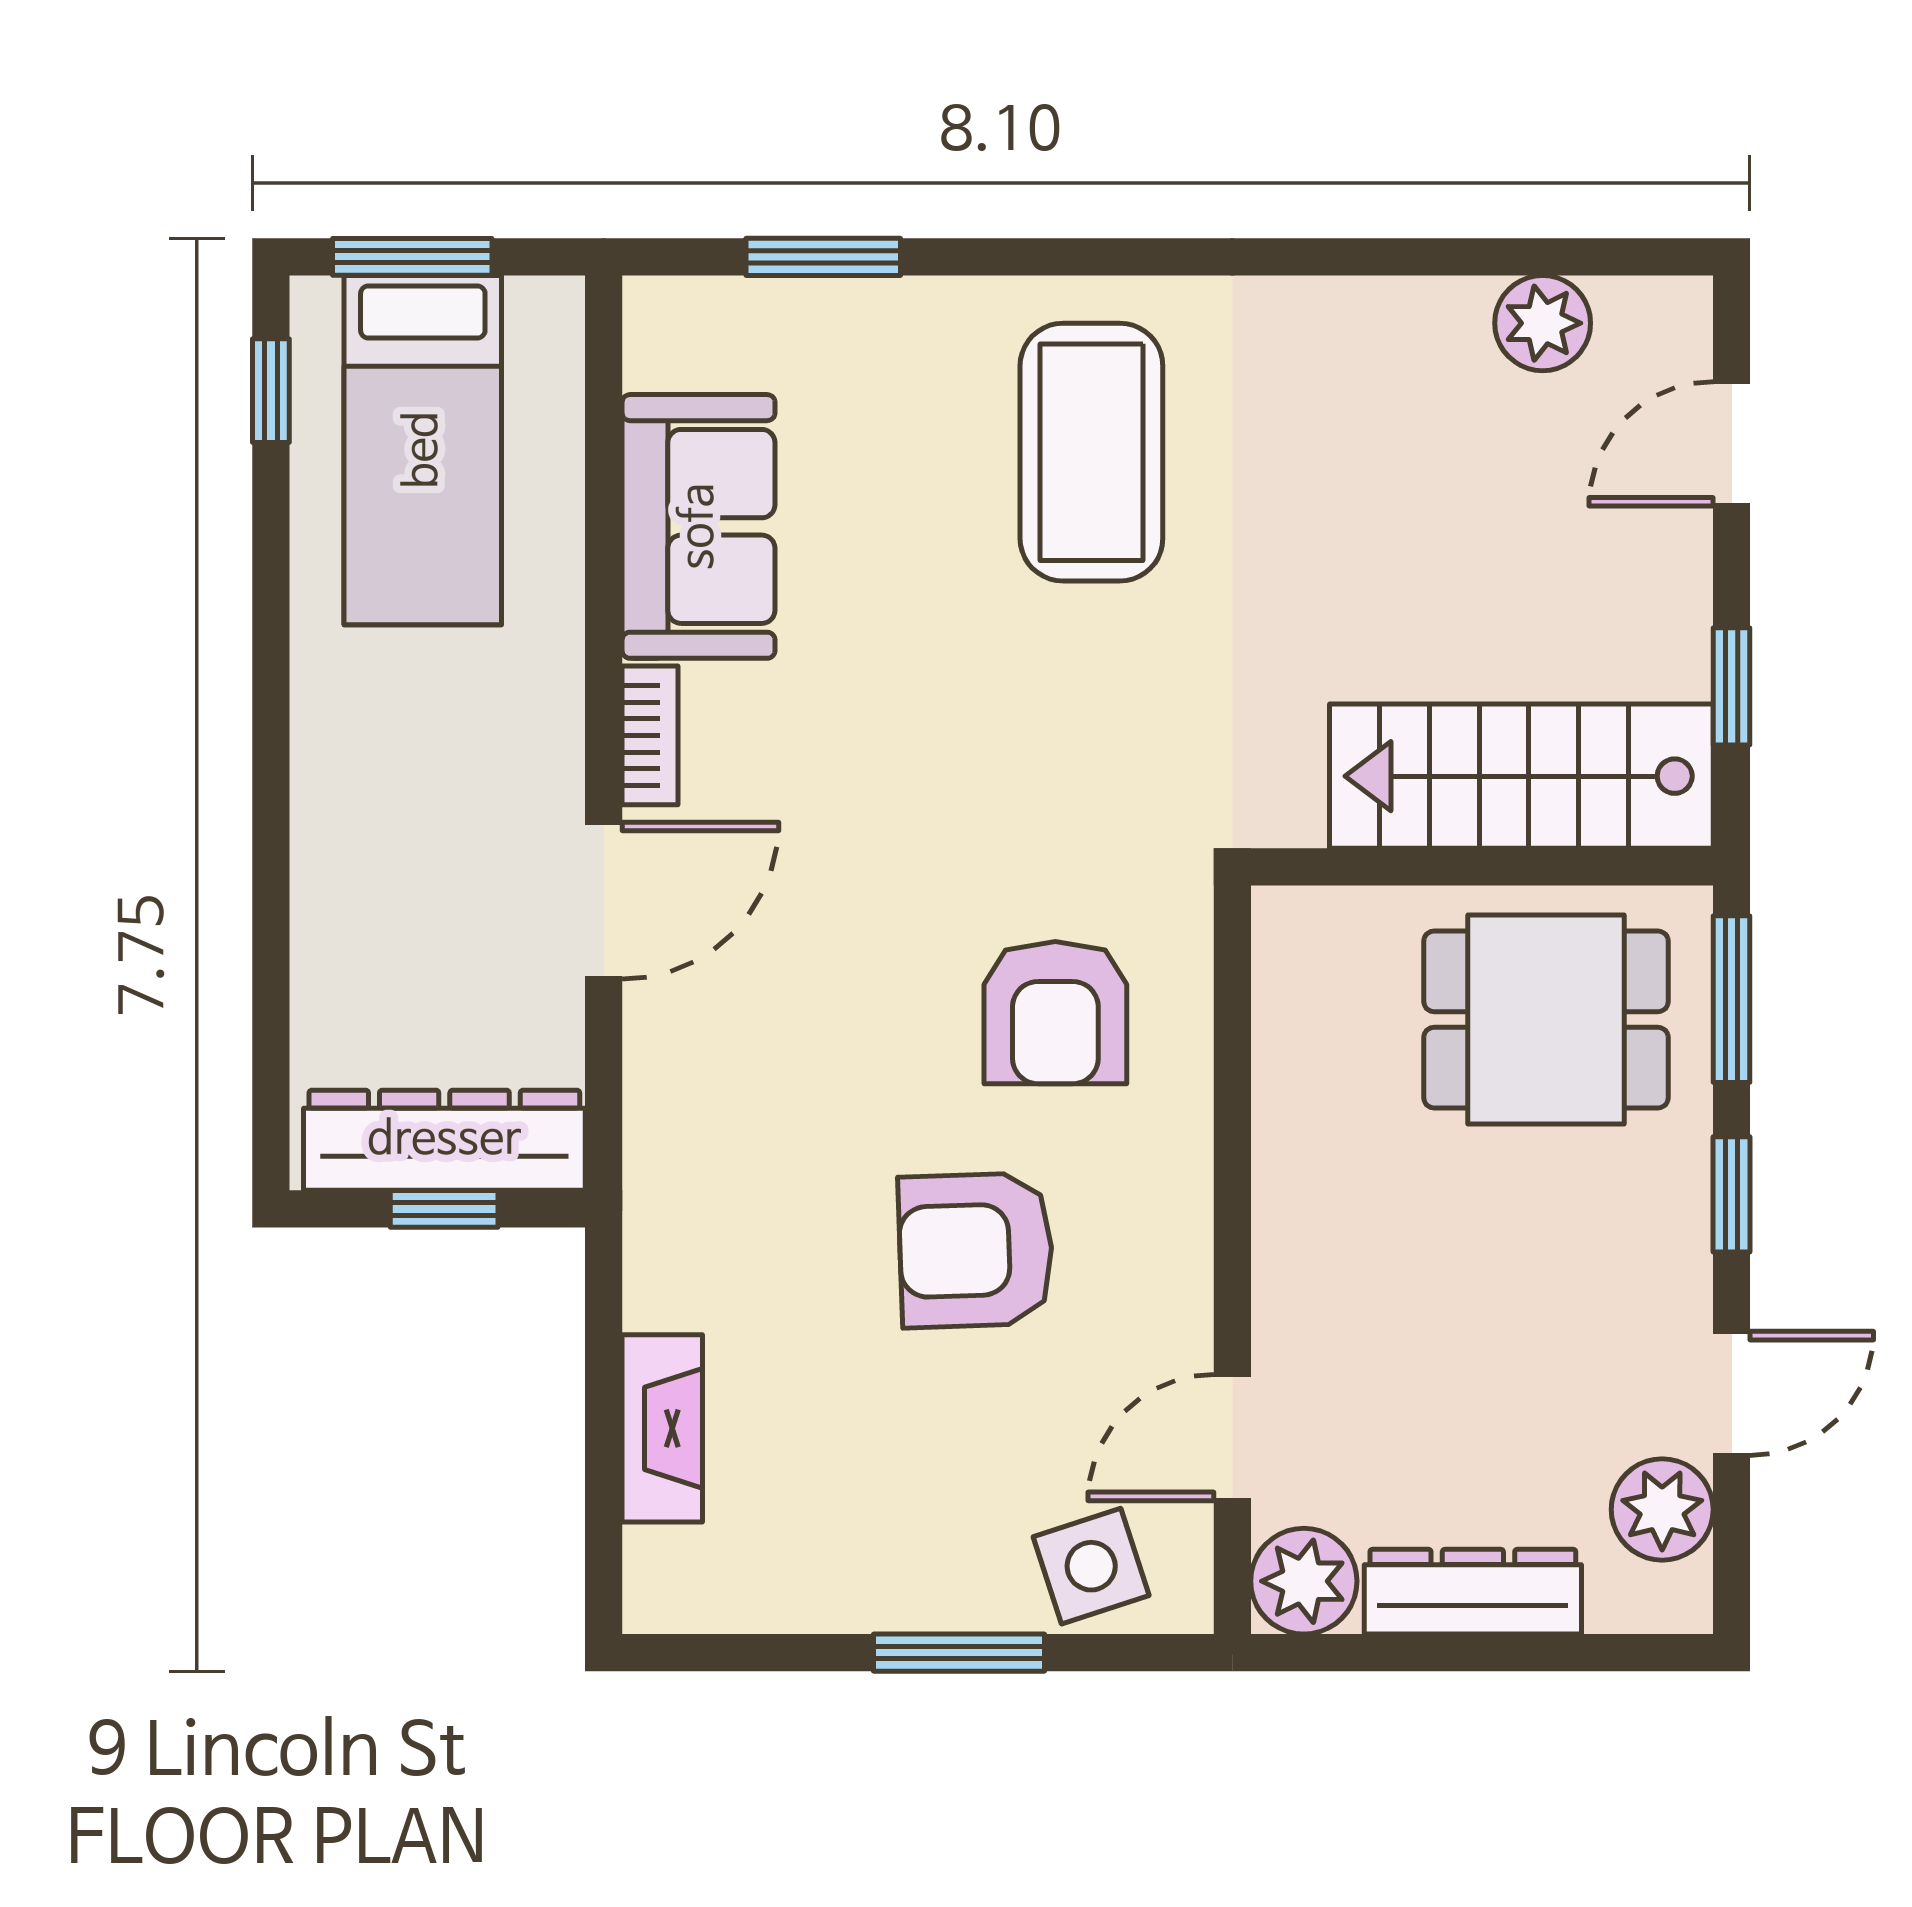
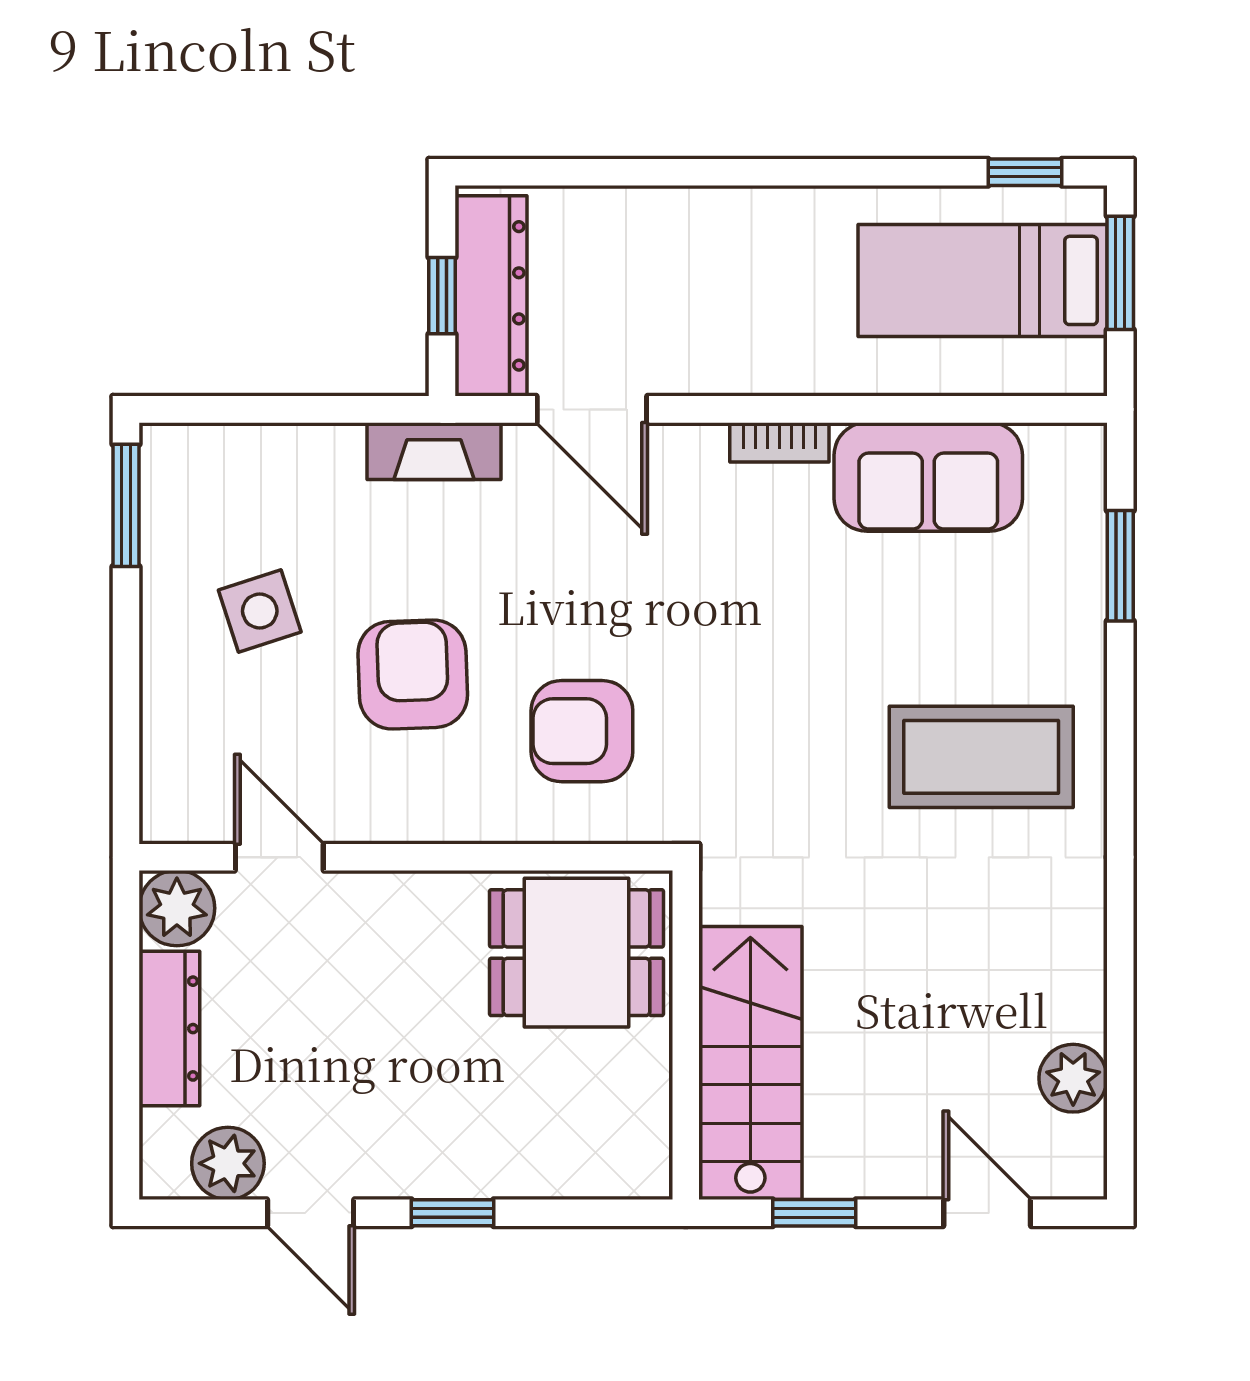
door: (604, 901) -> (592, 409), moved
window: (1732, 999) -> (591, 1213), removed
dining table: (1546, 1019) -> (577, 953), moved, turned 90
fireplace: (662, 1428) -> (434, 451), moved
side table: (1091, 1566) -> (260, 611), moved
window: (959, 1653) -> (126, 505), moved

